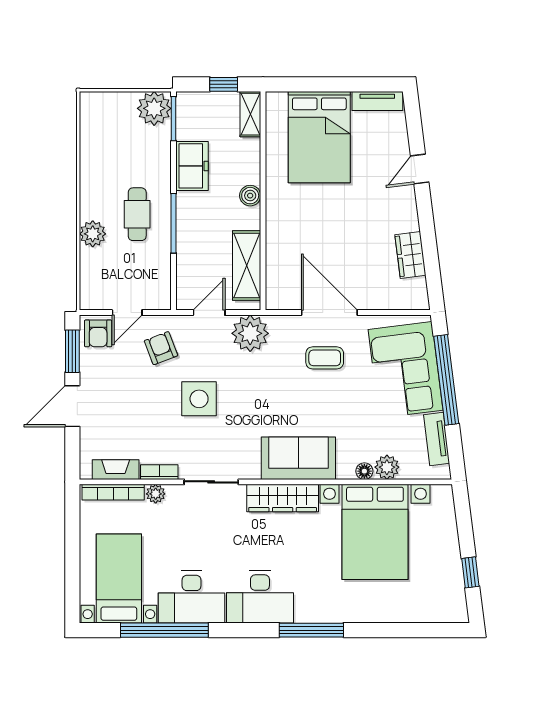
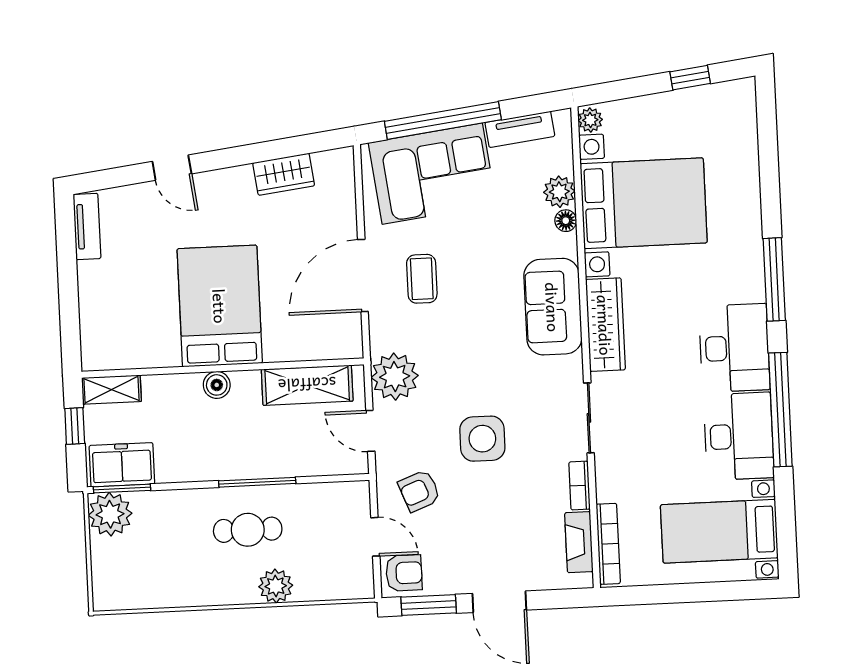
bed: (319, 137) -> (220, 306), moved, turned -90
freezer: (192, 166) -> (122, 465), moved
plant: (156, 494) -> (590, 120), moved
window: (164, 630) -> (780, 410), moved

